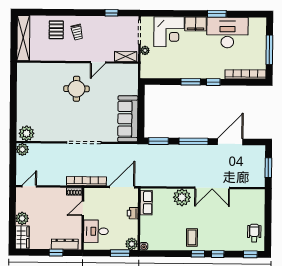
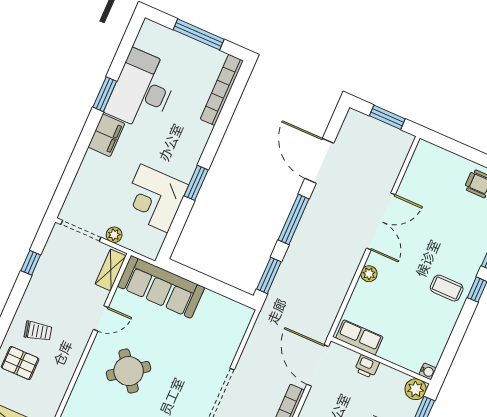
corner desk: (169, 32) -> (154, 198), moved, turned 180
door: (98, 62) -> (101, 318), hinge flipped
window: (213, 82) -> (212, 147), removed
round table: (76, 89) -> (129, 371), turned -37
sofa: (128, 119) -> (161, 287), moved
plant: (182, 197) -> (369, 274), width x0.53, depth x0.53

